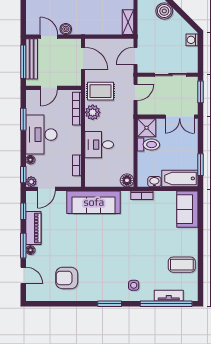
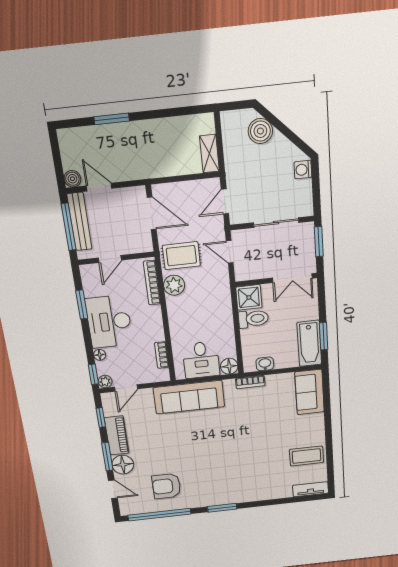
boiler: (66, 29) -> (72, 179), moved
door: (136, 92) -> (230, 252), swing flipped
desk: (99, 145) -> (201, 360), moved, turned -90
bathtub: (180, 178) -> (309, 343), moved, turned -90
floor lamp: (30, 250) -> (123, 465), width x1.89, depth x1.89
side table: (134, 285) -> (249, 485), removed
tv unit: (169, 296) -> (311, 489), moved
window: (166, 304) -> (159, 515), moved

